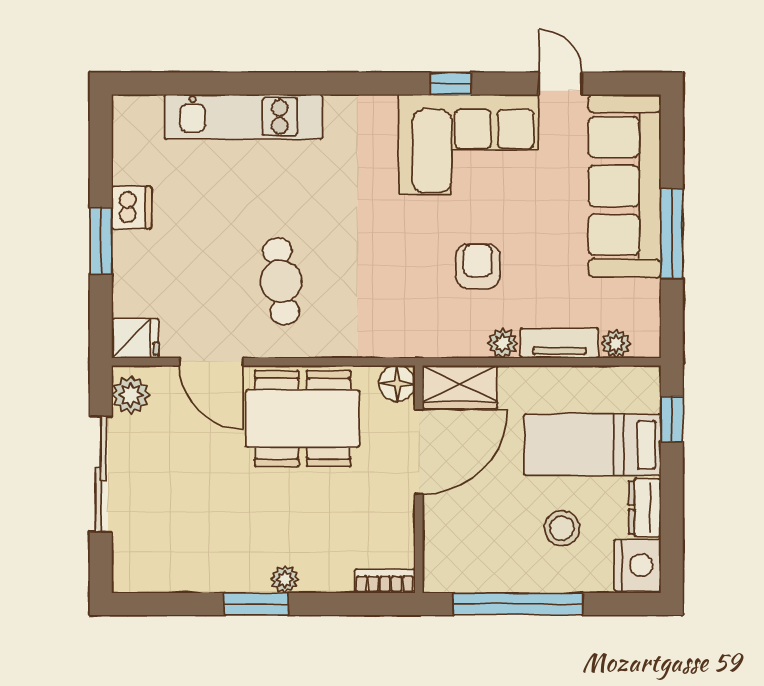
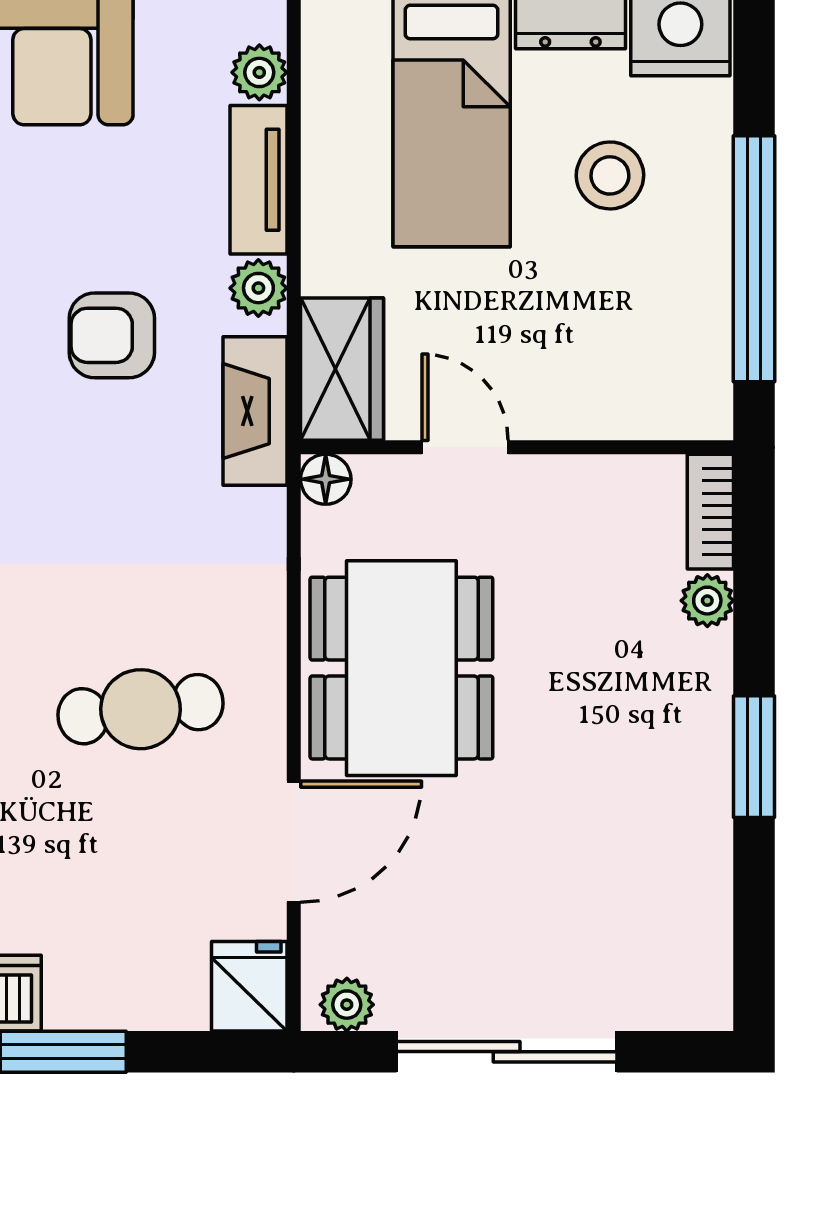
fireplace: (438, 341) -> (255, 411), added
floor lamp: (397, 384) -> (326, 479), width x0.73, depth x0.73
plant: (131, 395) -> (347, 1005), width x0.73, depth x0.73
door: (419, 452) -> (465, 447), width x0.53
plant: (285, 579) -> (707, 601), moved

